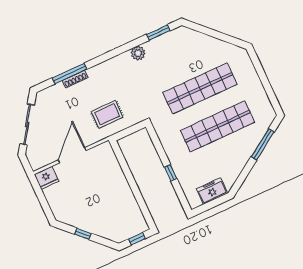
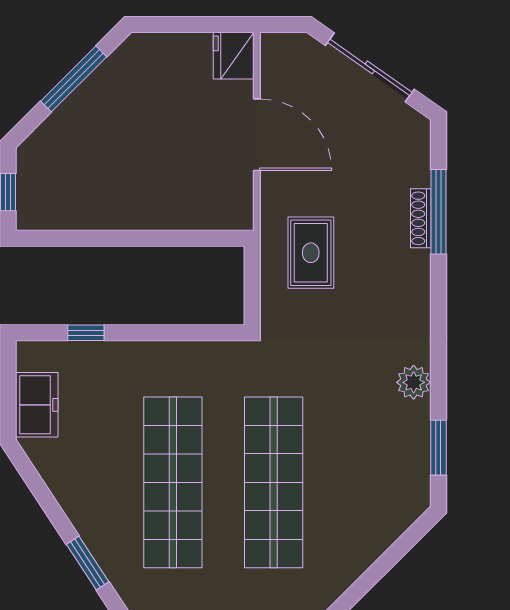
window: (263, 144) -> (88, 563), width x0.69
window: (171, 173) -> (86, 333), moved
window: (83, 234) -> (74, 79), width x2.17

